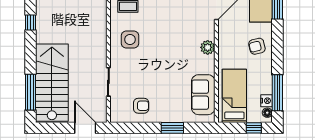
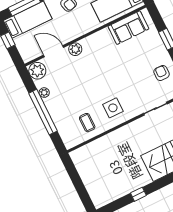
plant: (208, 47) -> (75, 49), moved

